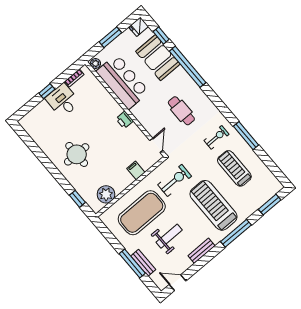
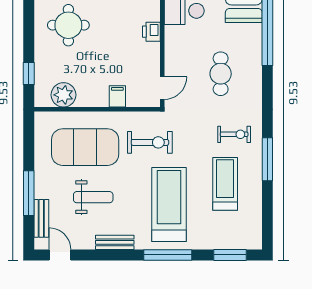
bench: (143, 263) -> (41, 218), moved

